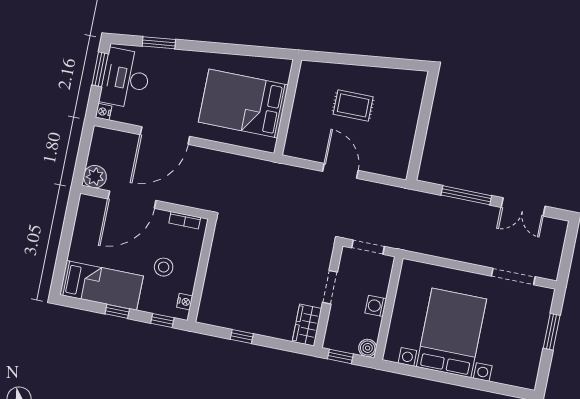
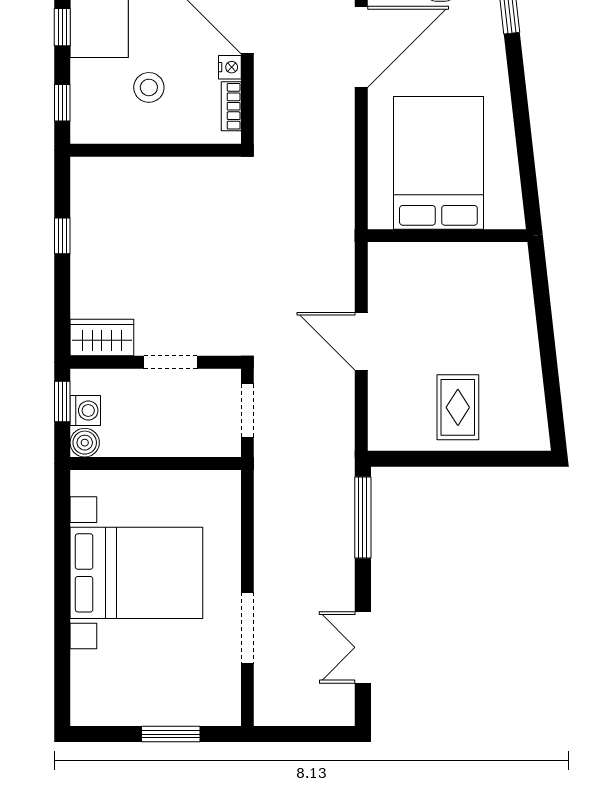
rug: (353, 105) -> (458, 407), moved
door: (165, 136) -> (361, 47), swing flipped
door: (340, 171) -> (361, 341), swing flipped
window: (466, 195) -> (363, 518), moved
doorway: (513, 276) -> (247, 628), moved
nightstand: (185, 302) -> (230, 67), moved, turned -90
washing machine: (376, 306) -> (85, 410), moved, turned 90

